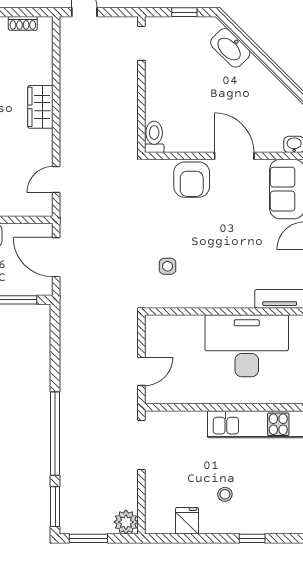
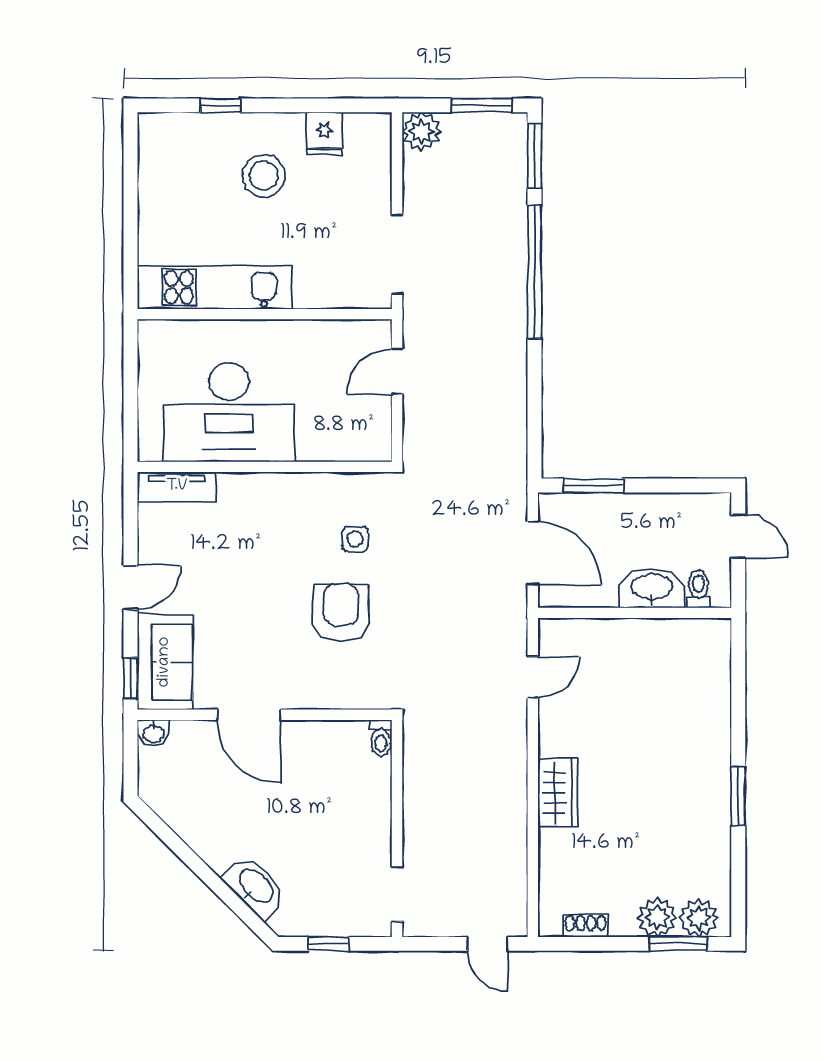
toilet: (154, 137) -> (381, 738), width x0.73, depth x0.72
armchair: (192, 180) -> (341, 612), moved
stool: (225, 494) -> (264, 176), width x1.89, depth x1.89

